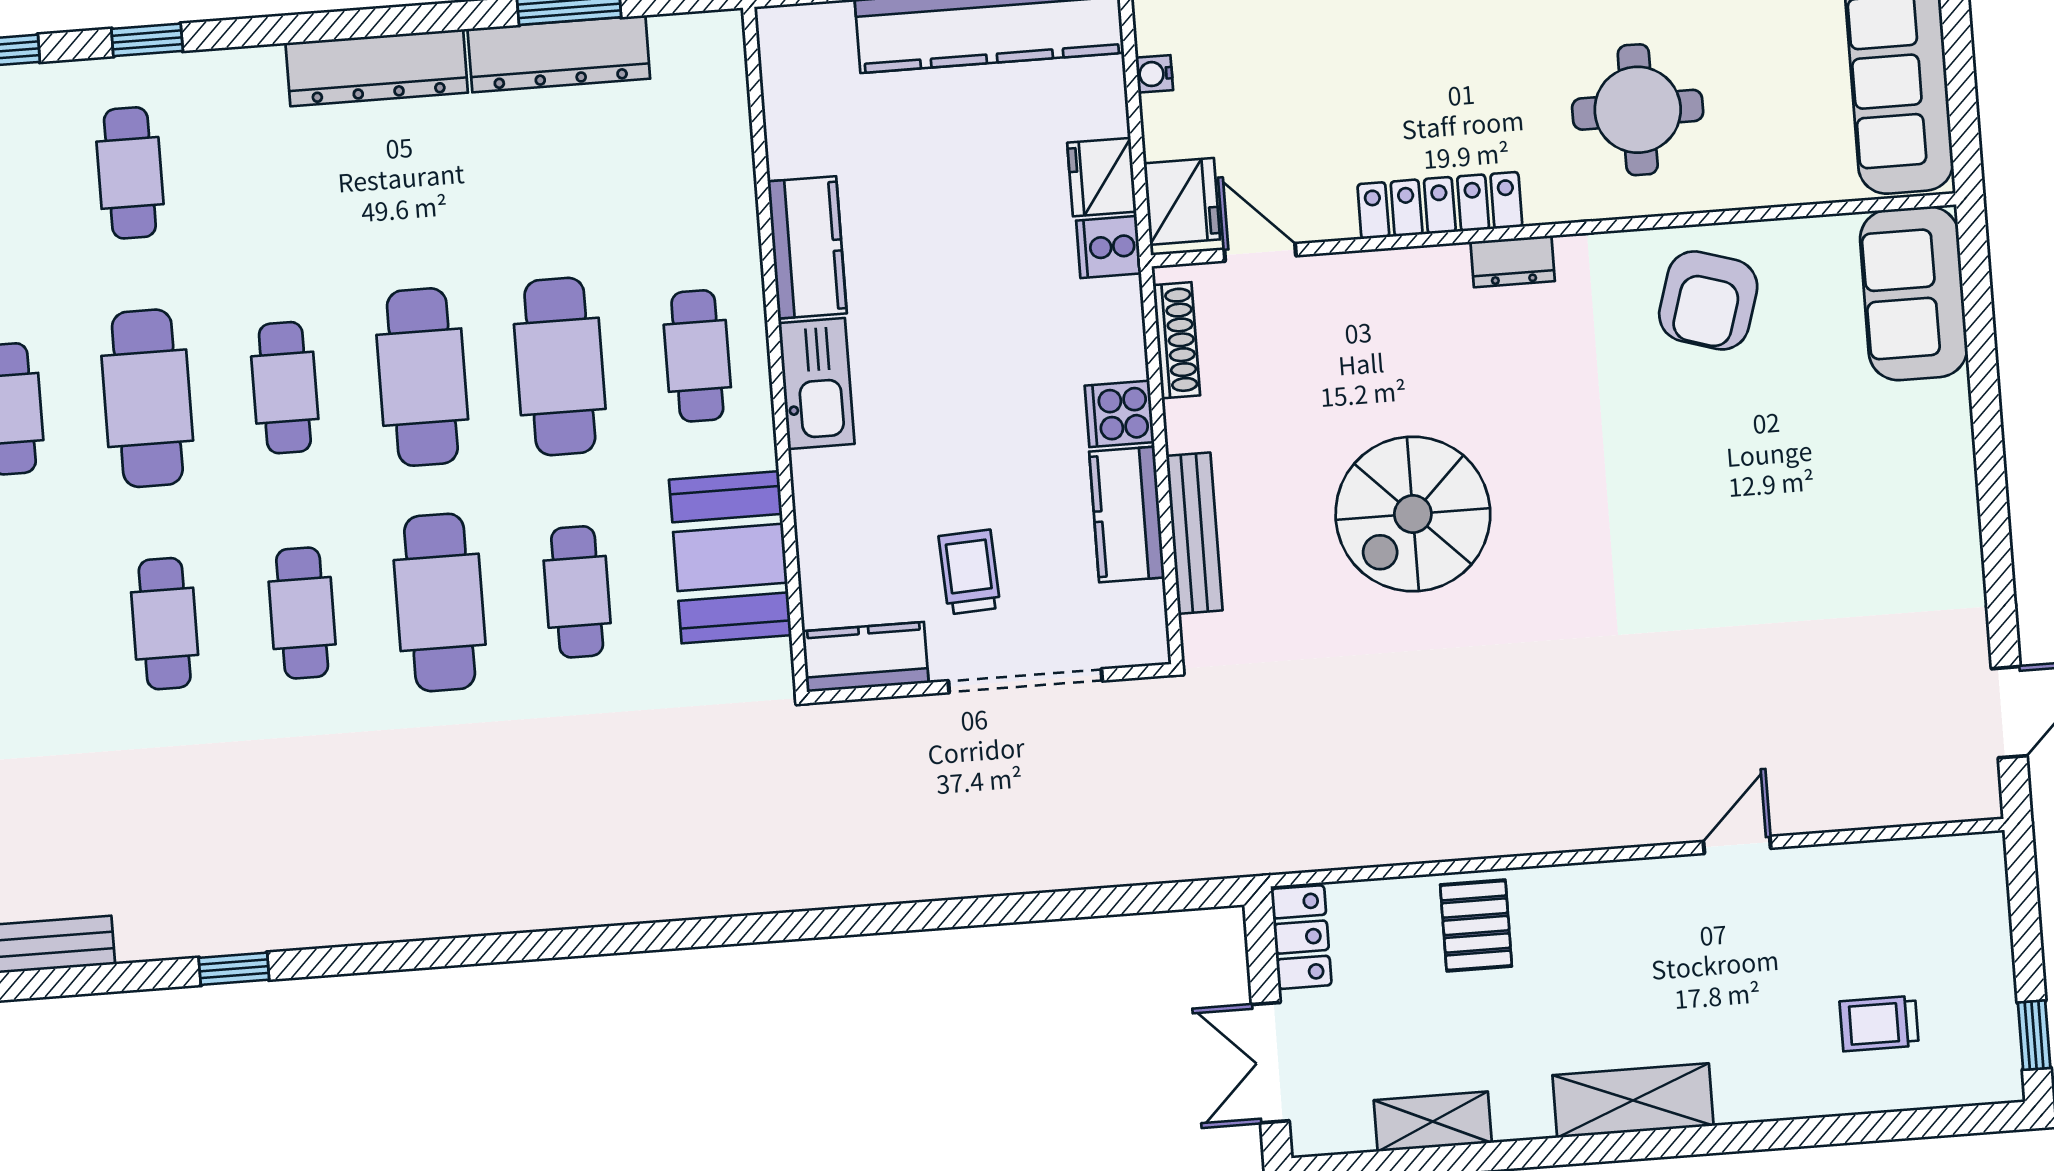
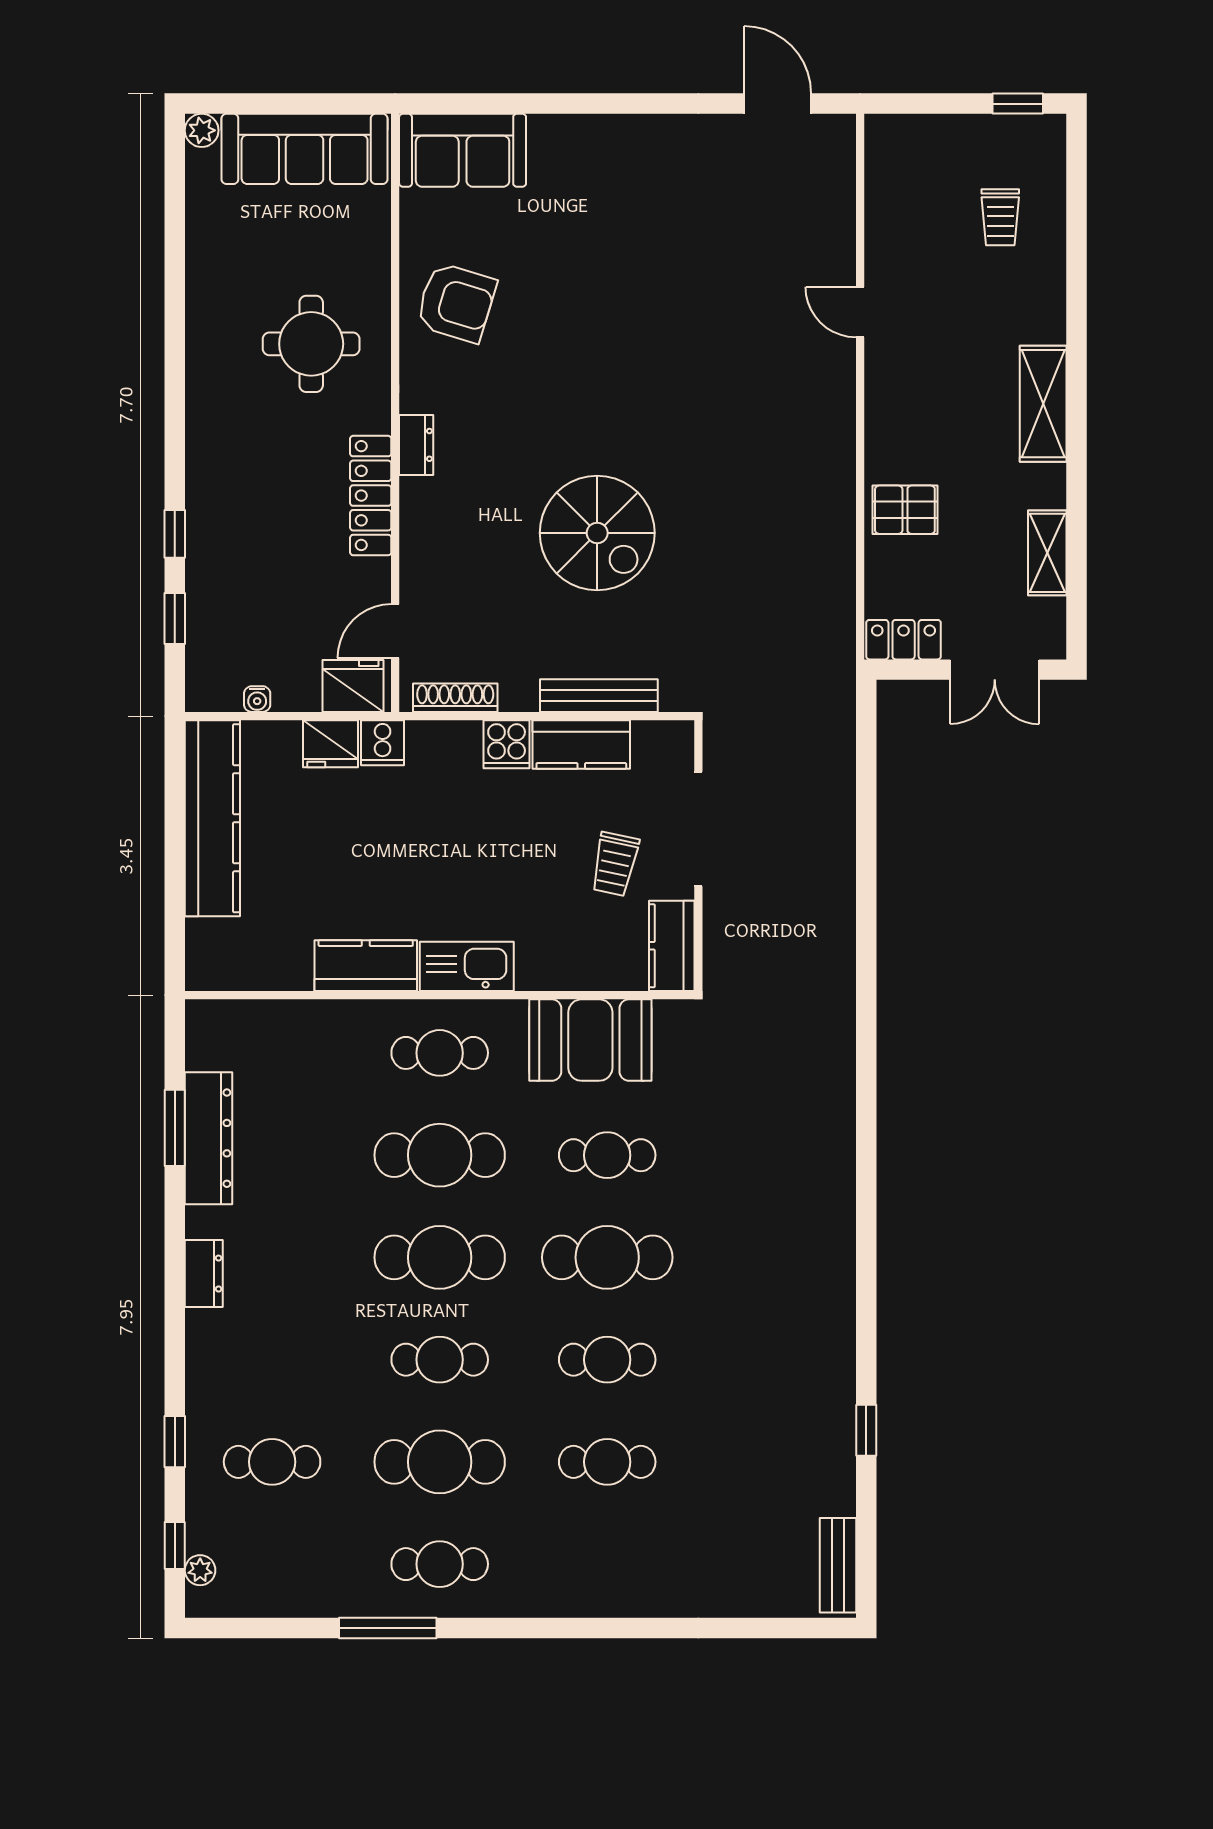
dresser: (377, 68) -> (204, 1274), width x0.51, depth x0.80
trolley: (969, 572) -> (615, 864), turned -75

